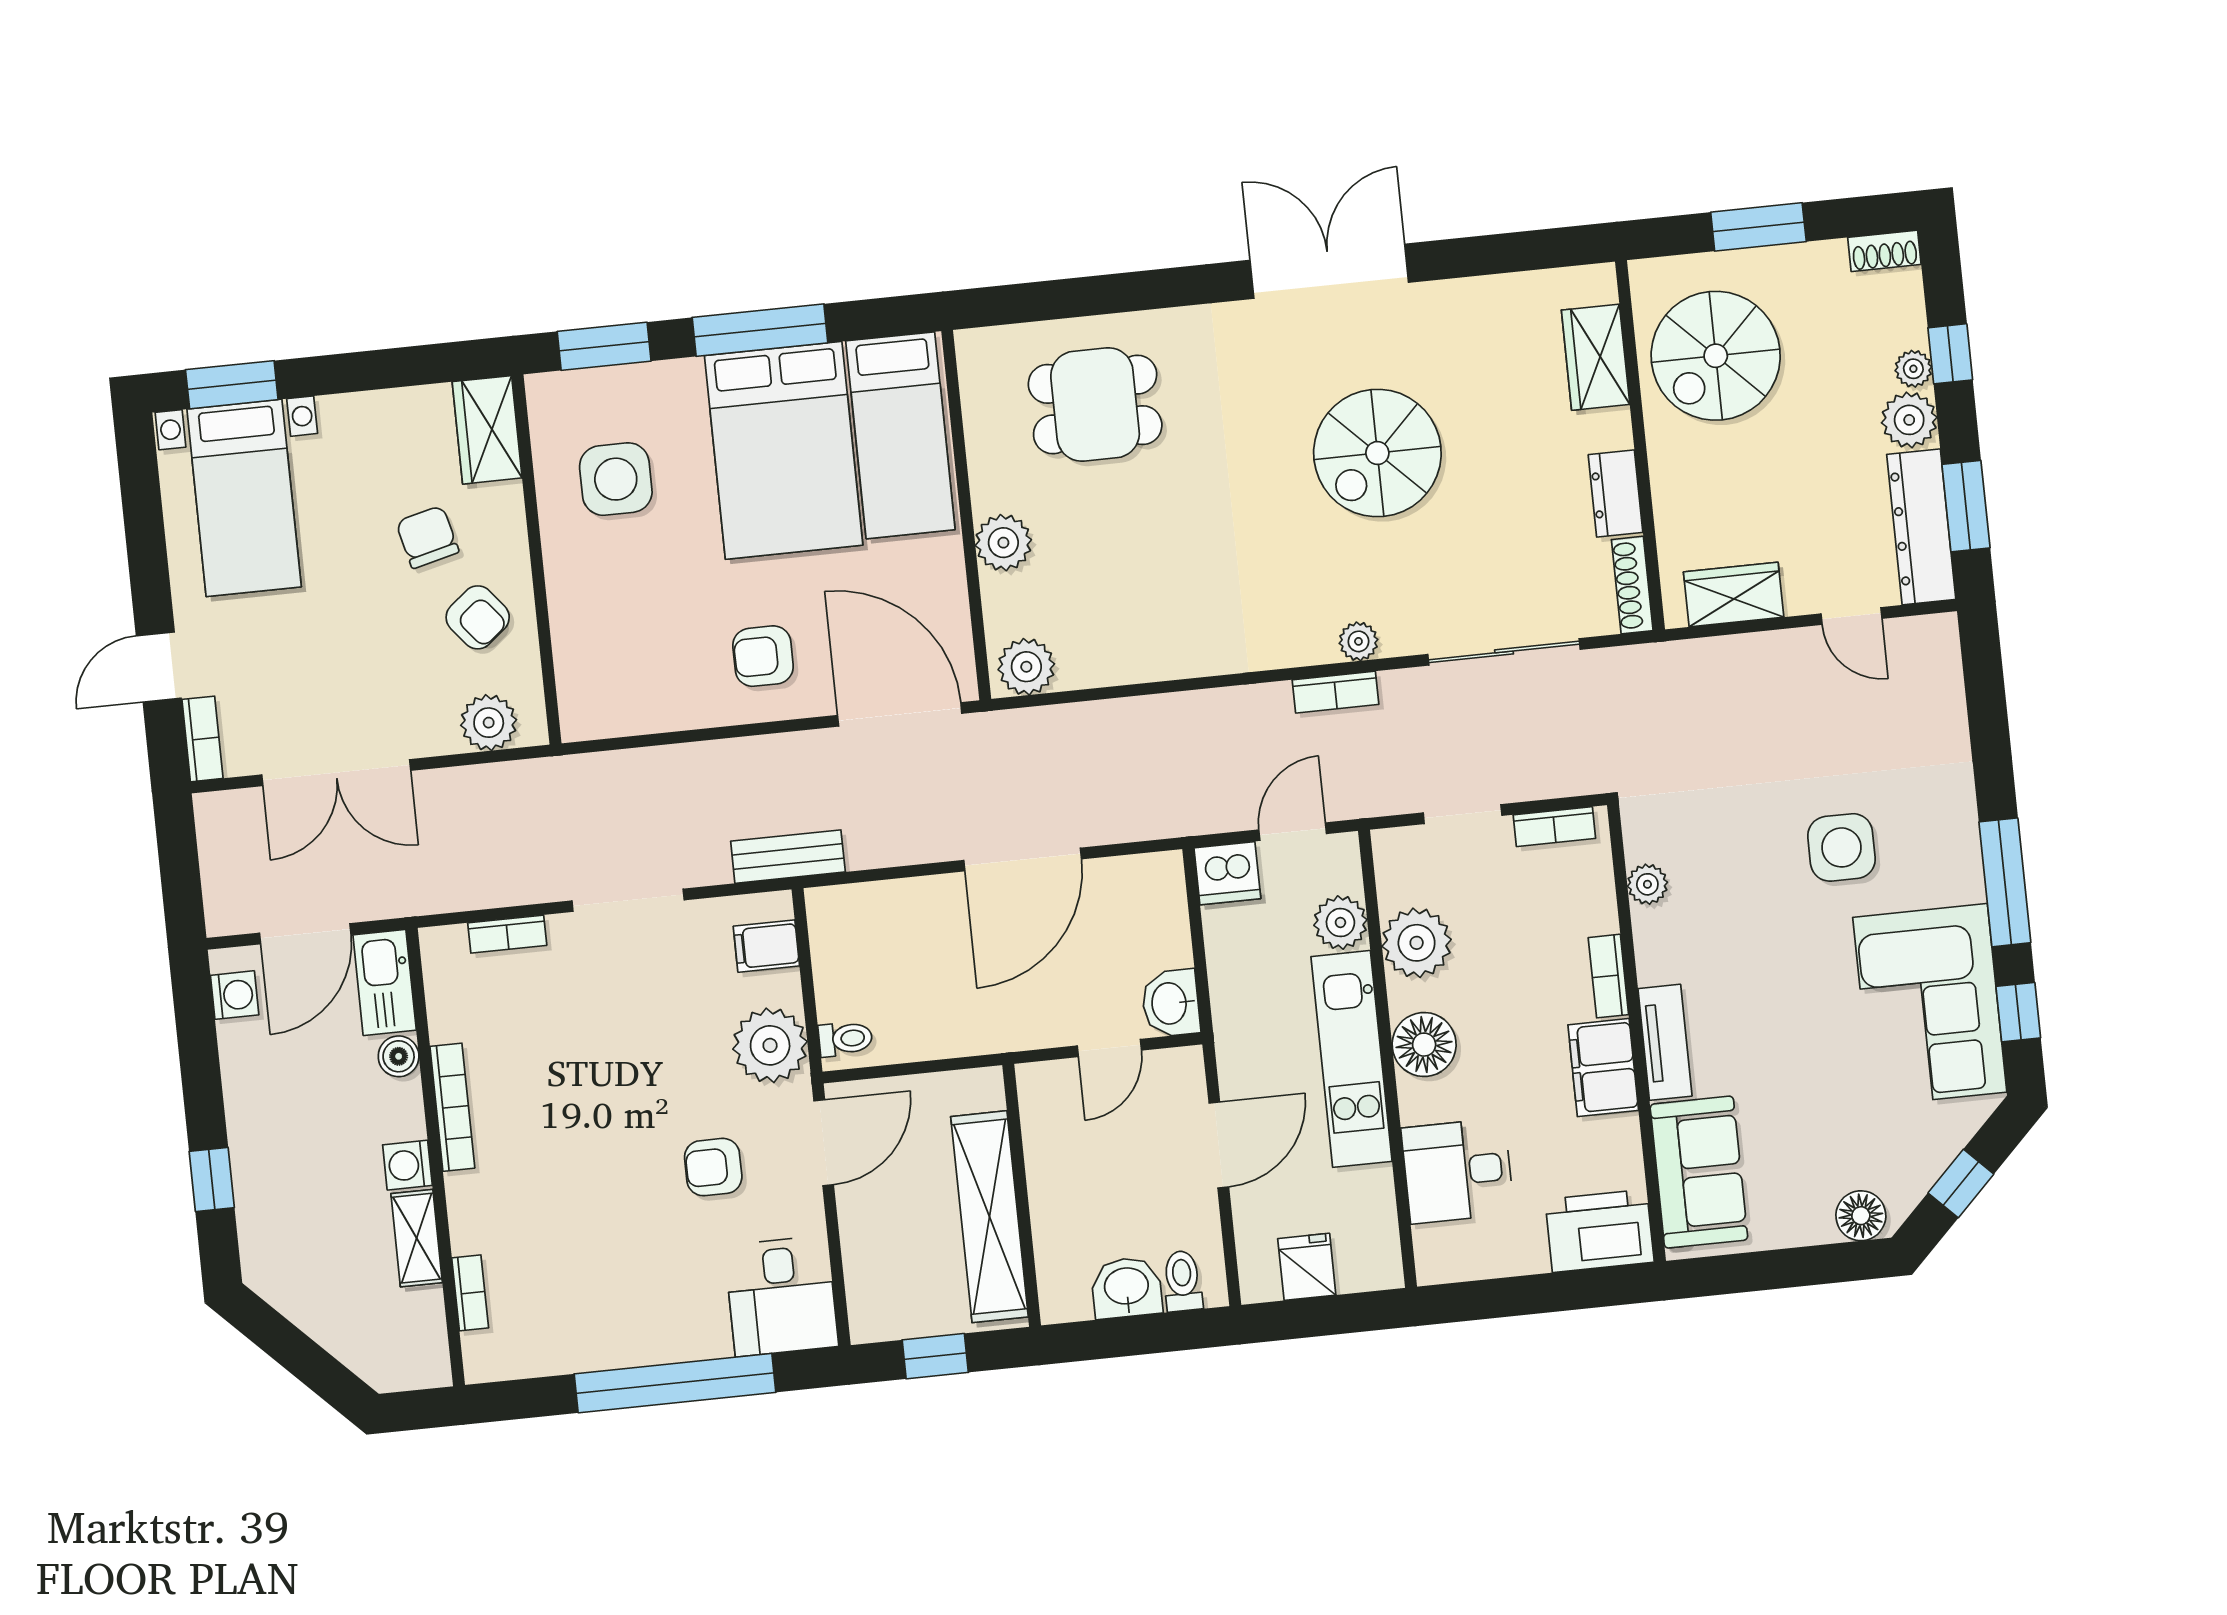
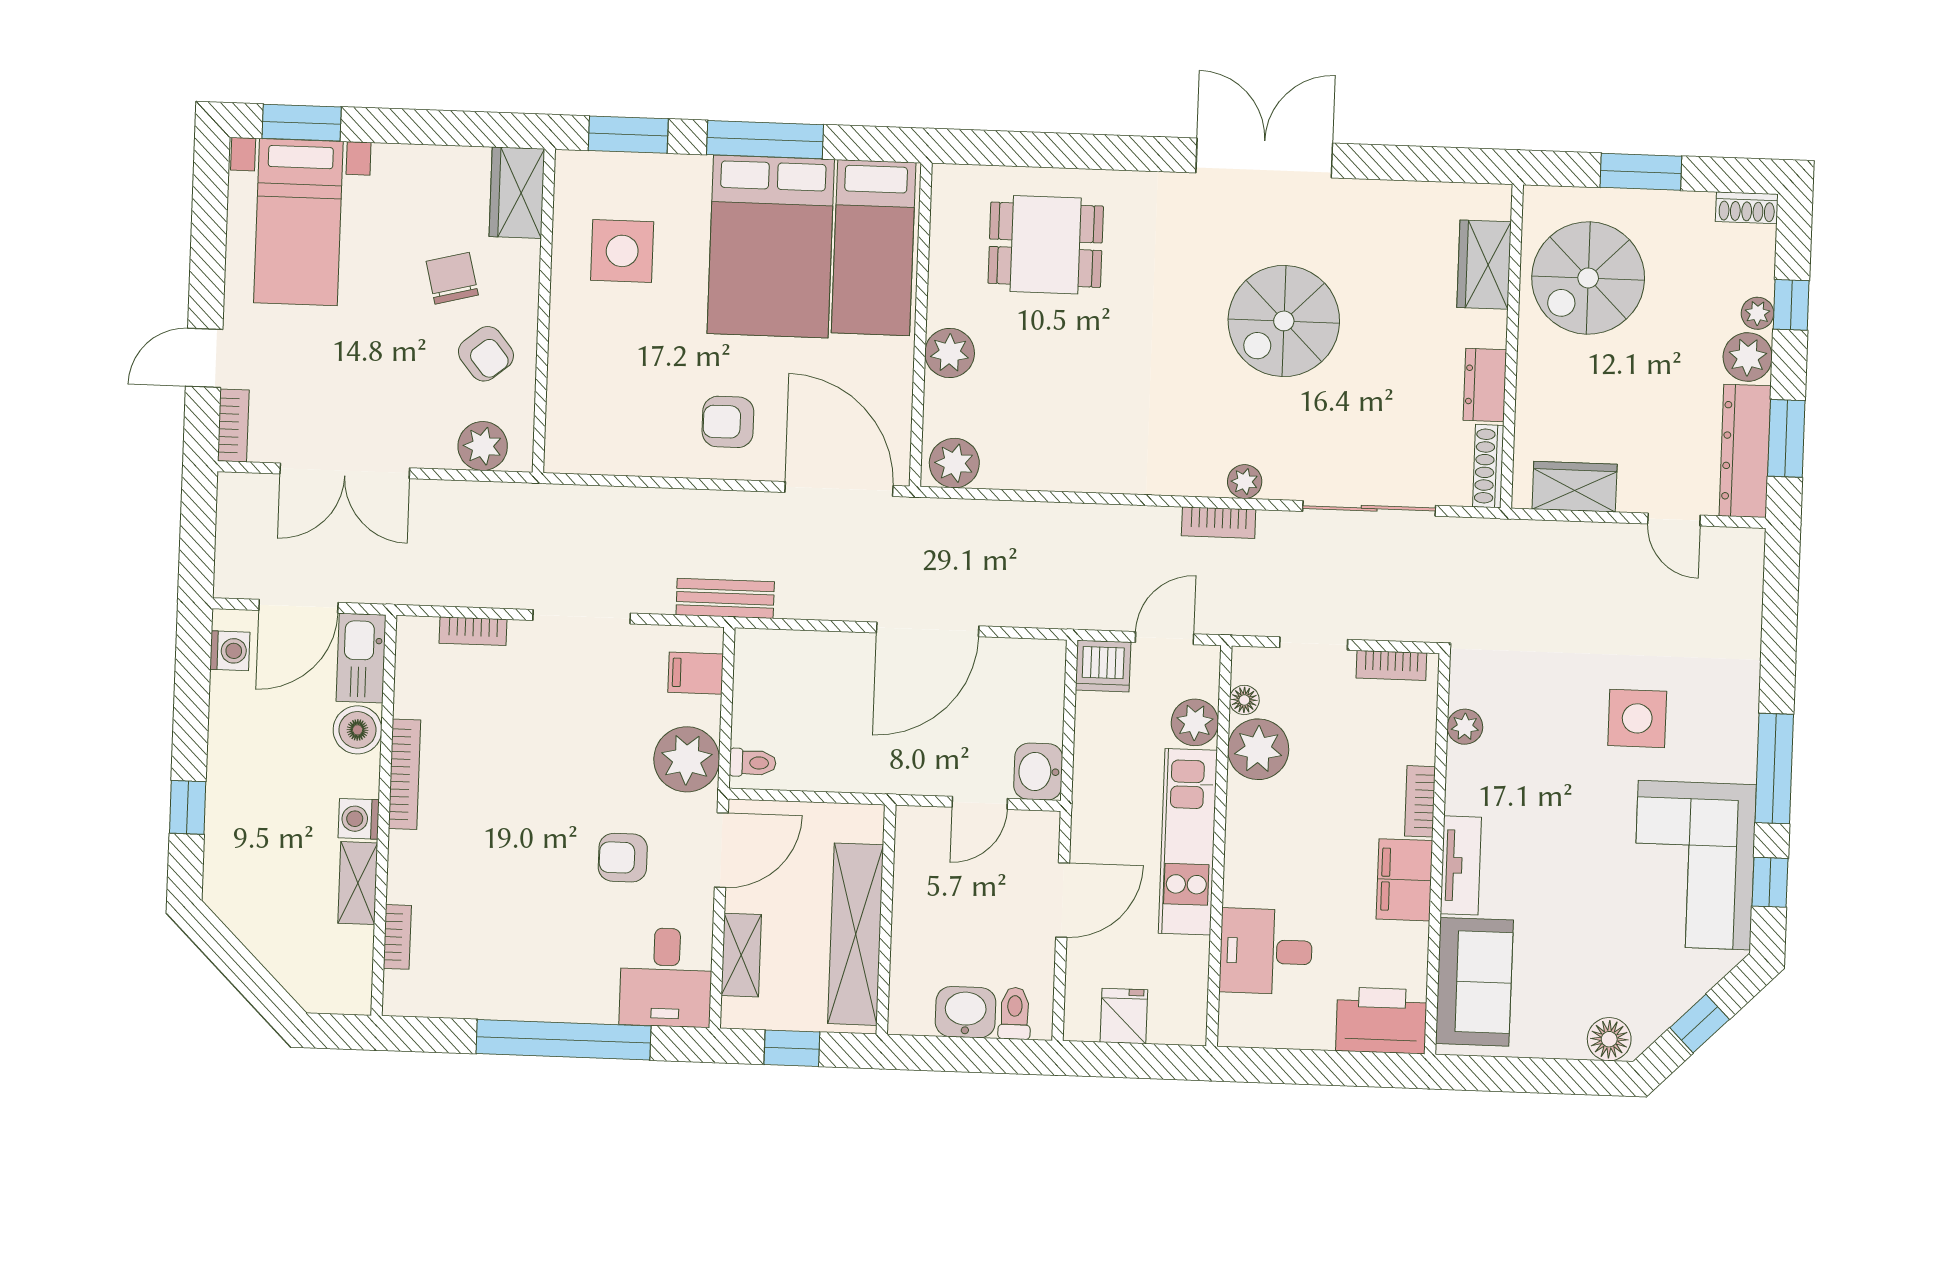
floor lamp: (1424, 1045) -> (1244, 700), moved, width x0.53, depth x0.53
boiler: (399, 1056) -> (358, 730), width x1.36, depth x1.36
shelving: (863, 1259) -> (741, 955), added

